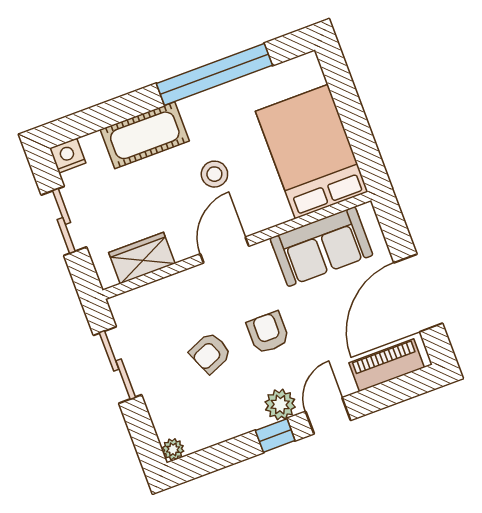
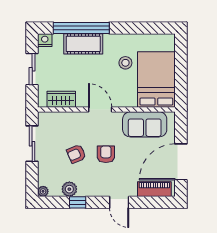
window: (214, 74) -> (81, 28), moved
stool: (214, 174) -> (125, 63), moved
door: (225, 250) -> (100, 110), hinge flipped
plant: (280, 405) -> (69, 189), moved
door: (328, 416) -> (119, 202), swing flipped
window: (275, 436) -> (78, 202), moved

